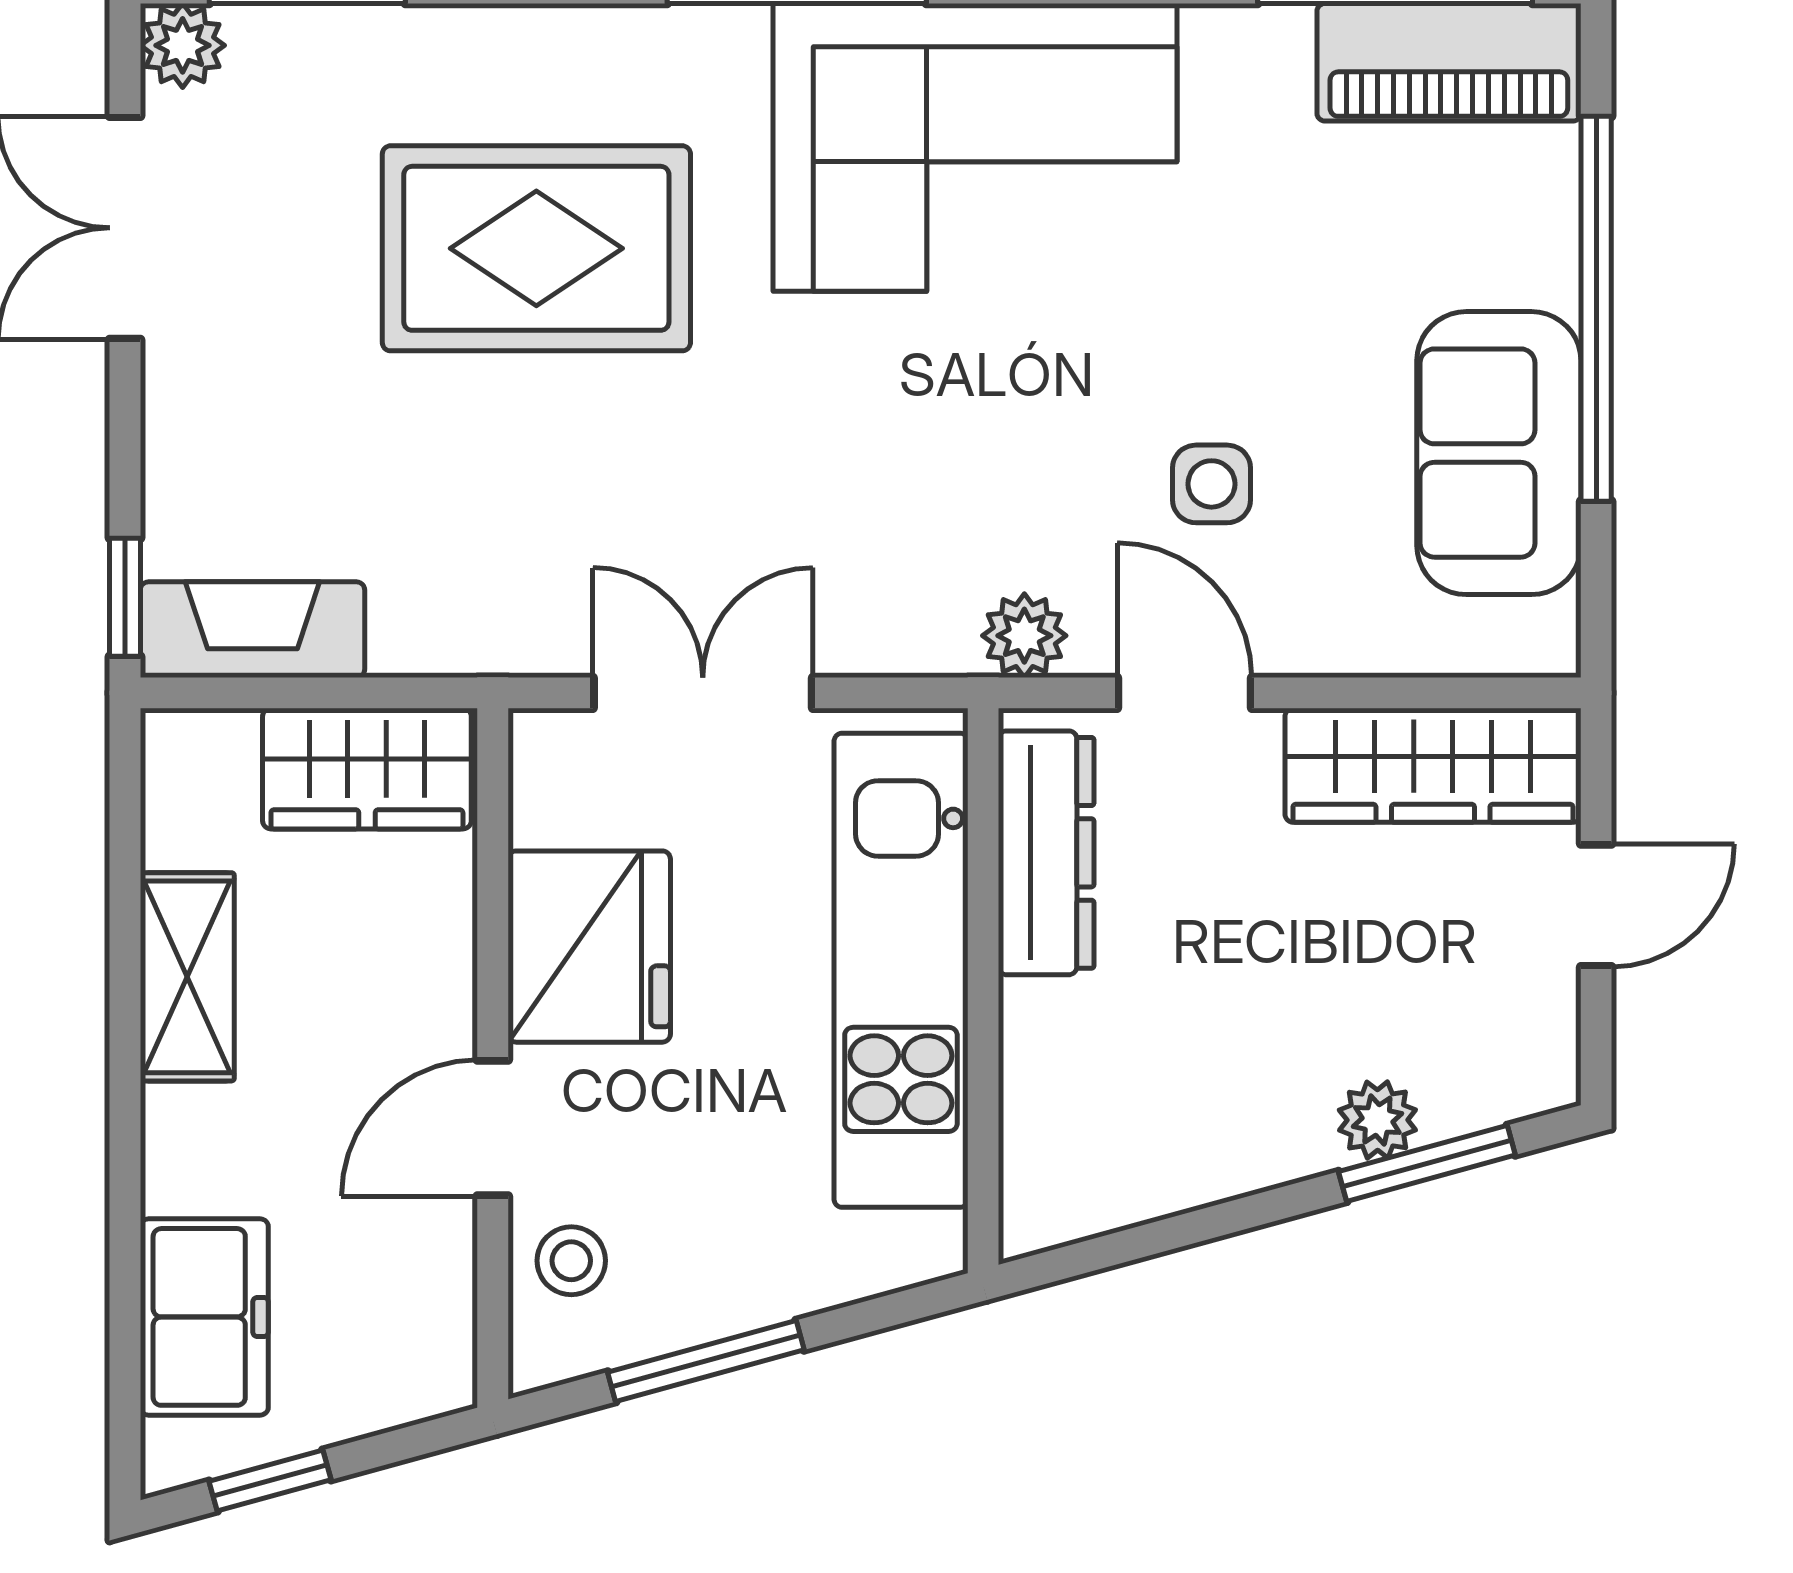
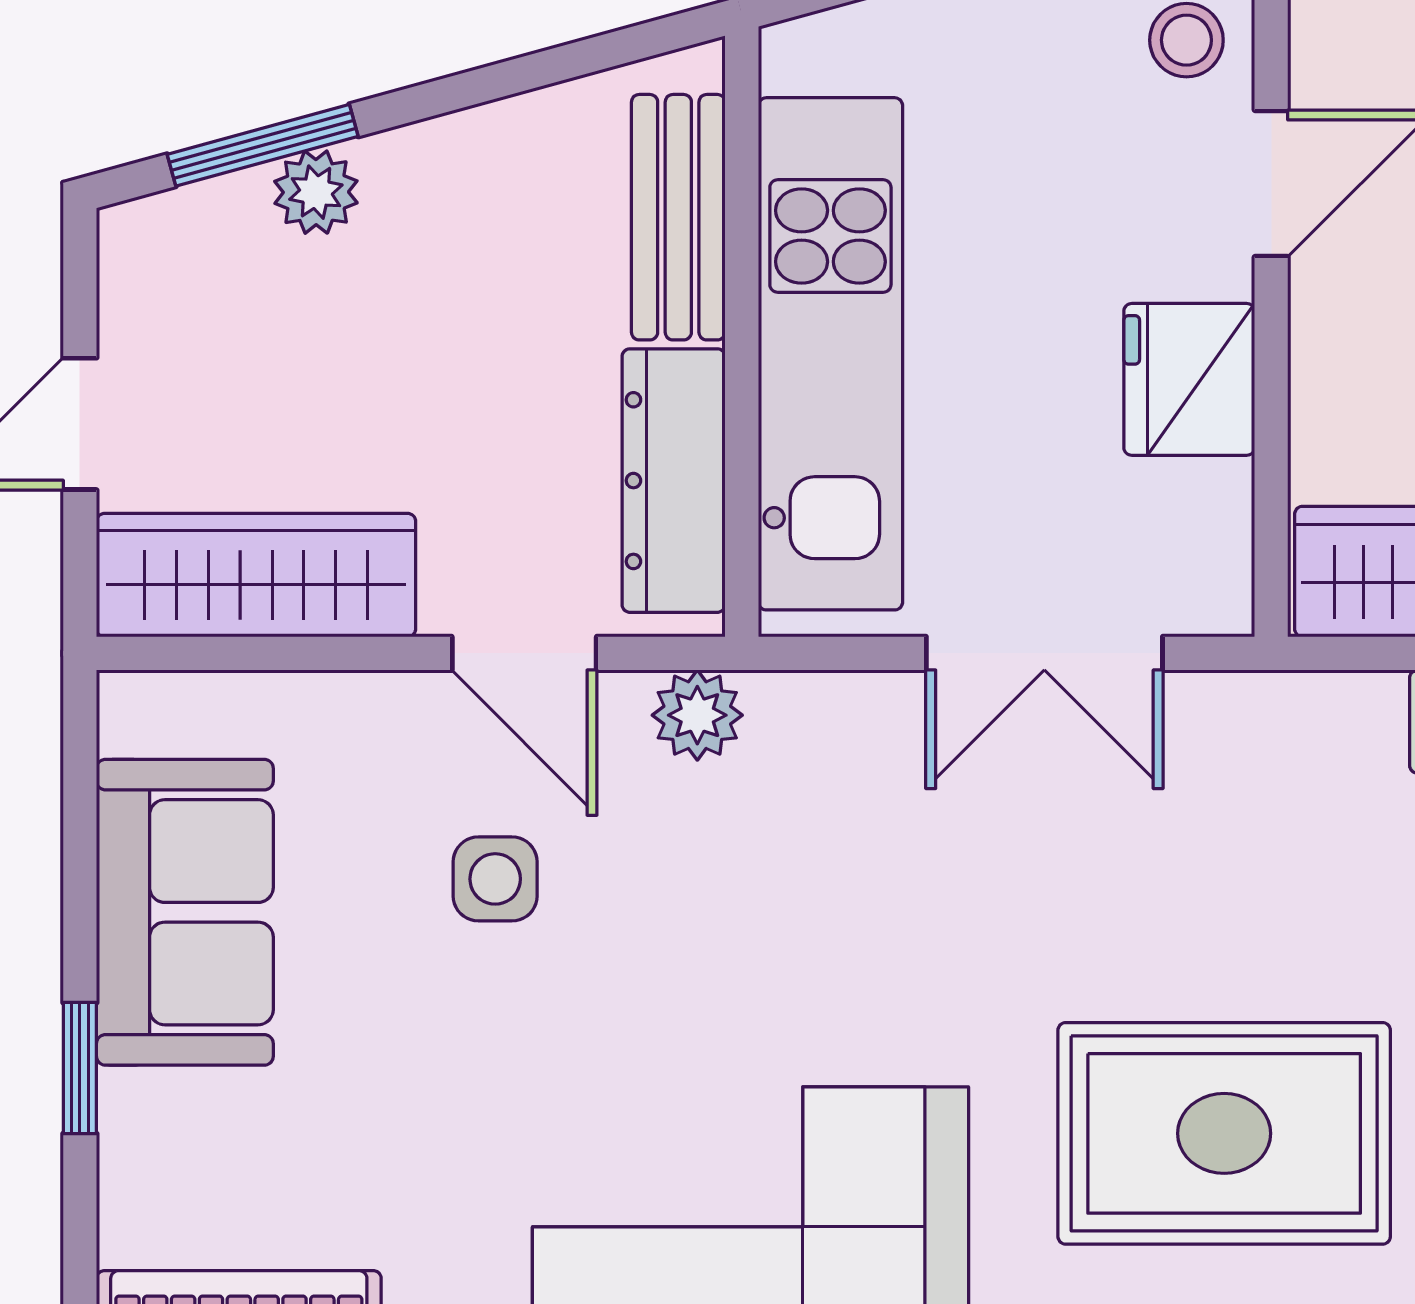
window: (1596, 309) -> (80, 1068), width x0.32
fridge: (589, 947) -> (1189, 379), width x0.73, depth x0.75
bench: (1042, 1097) -> (678, 217), added

